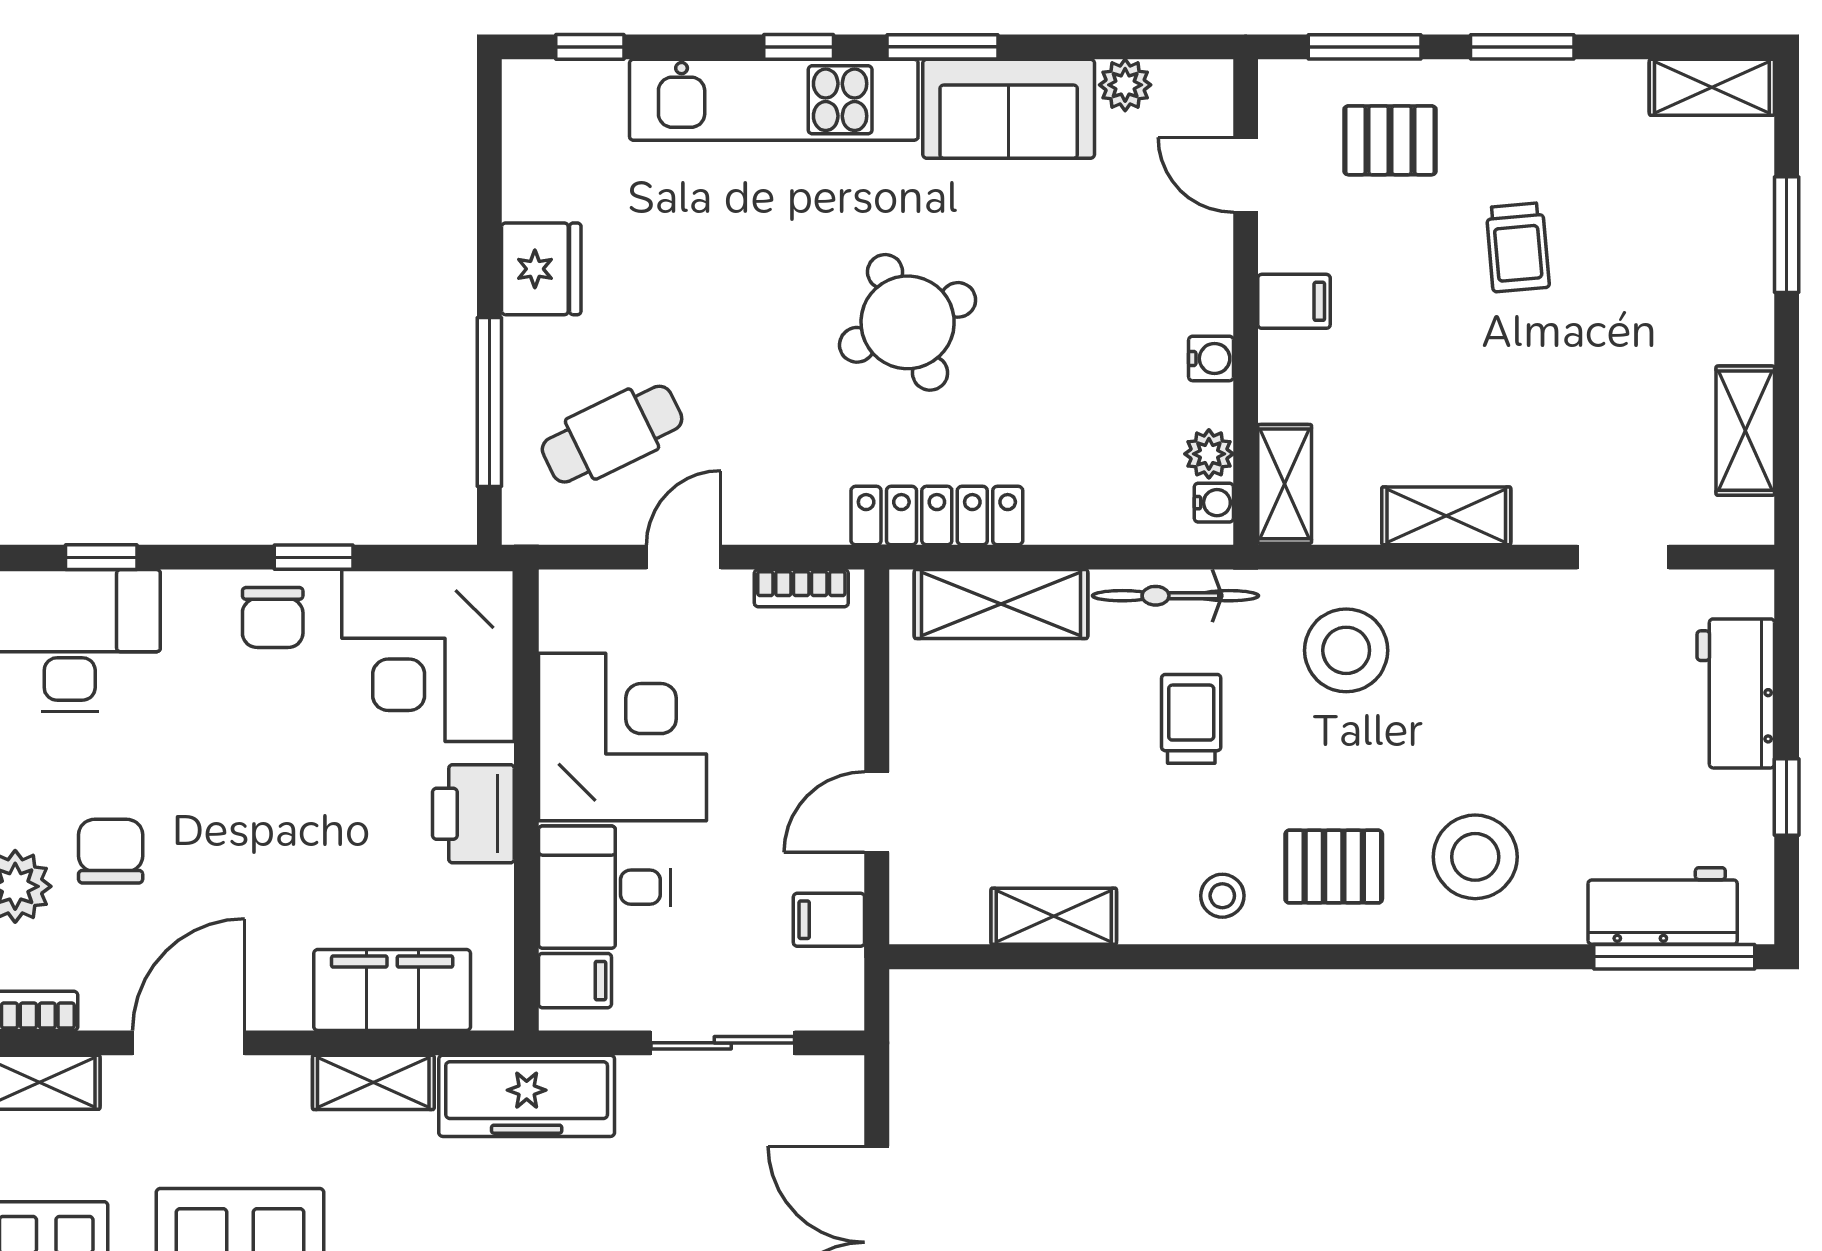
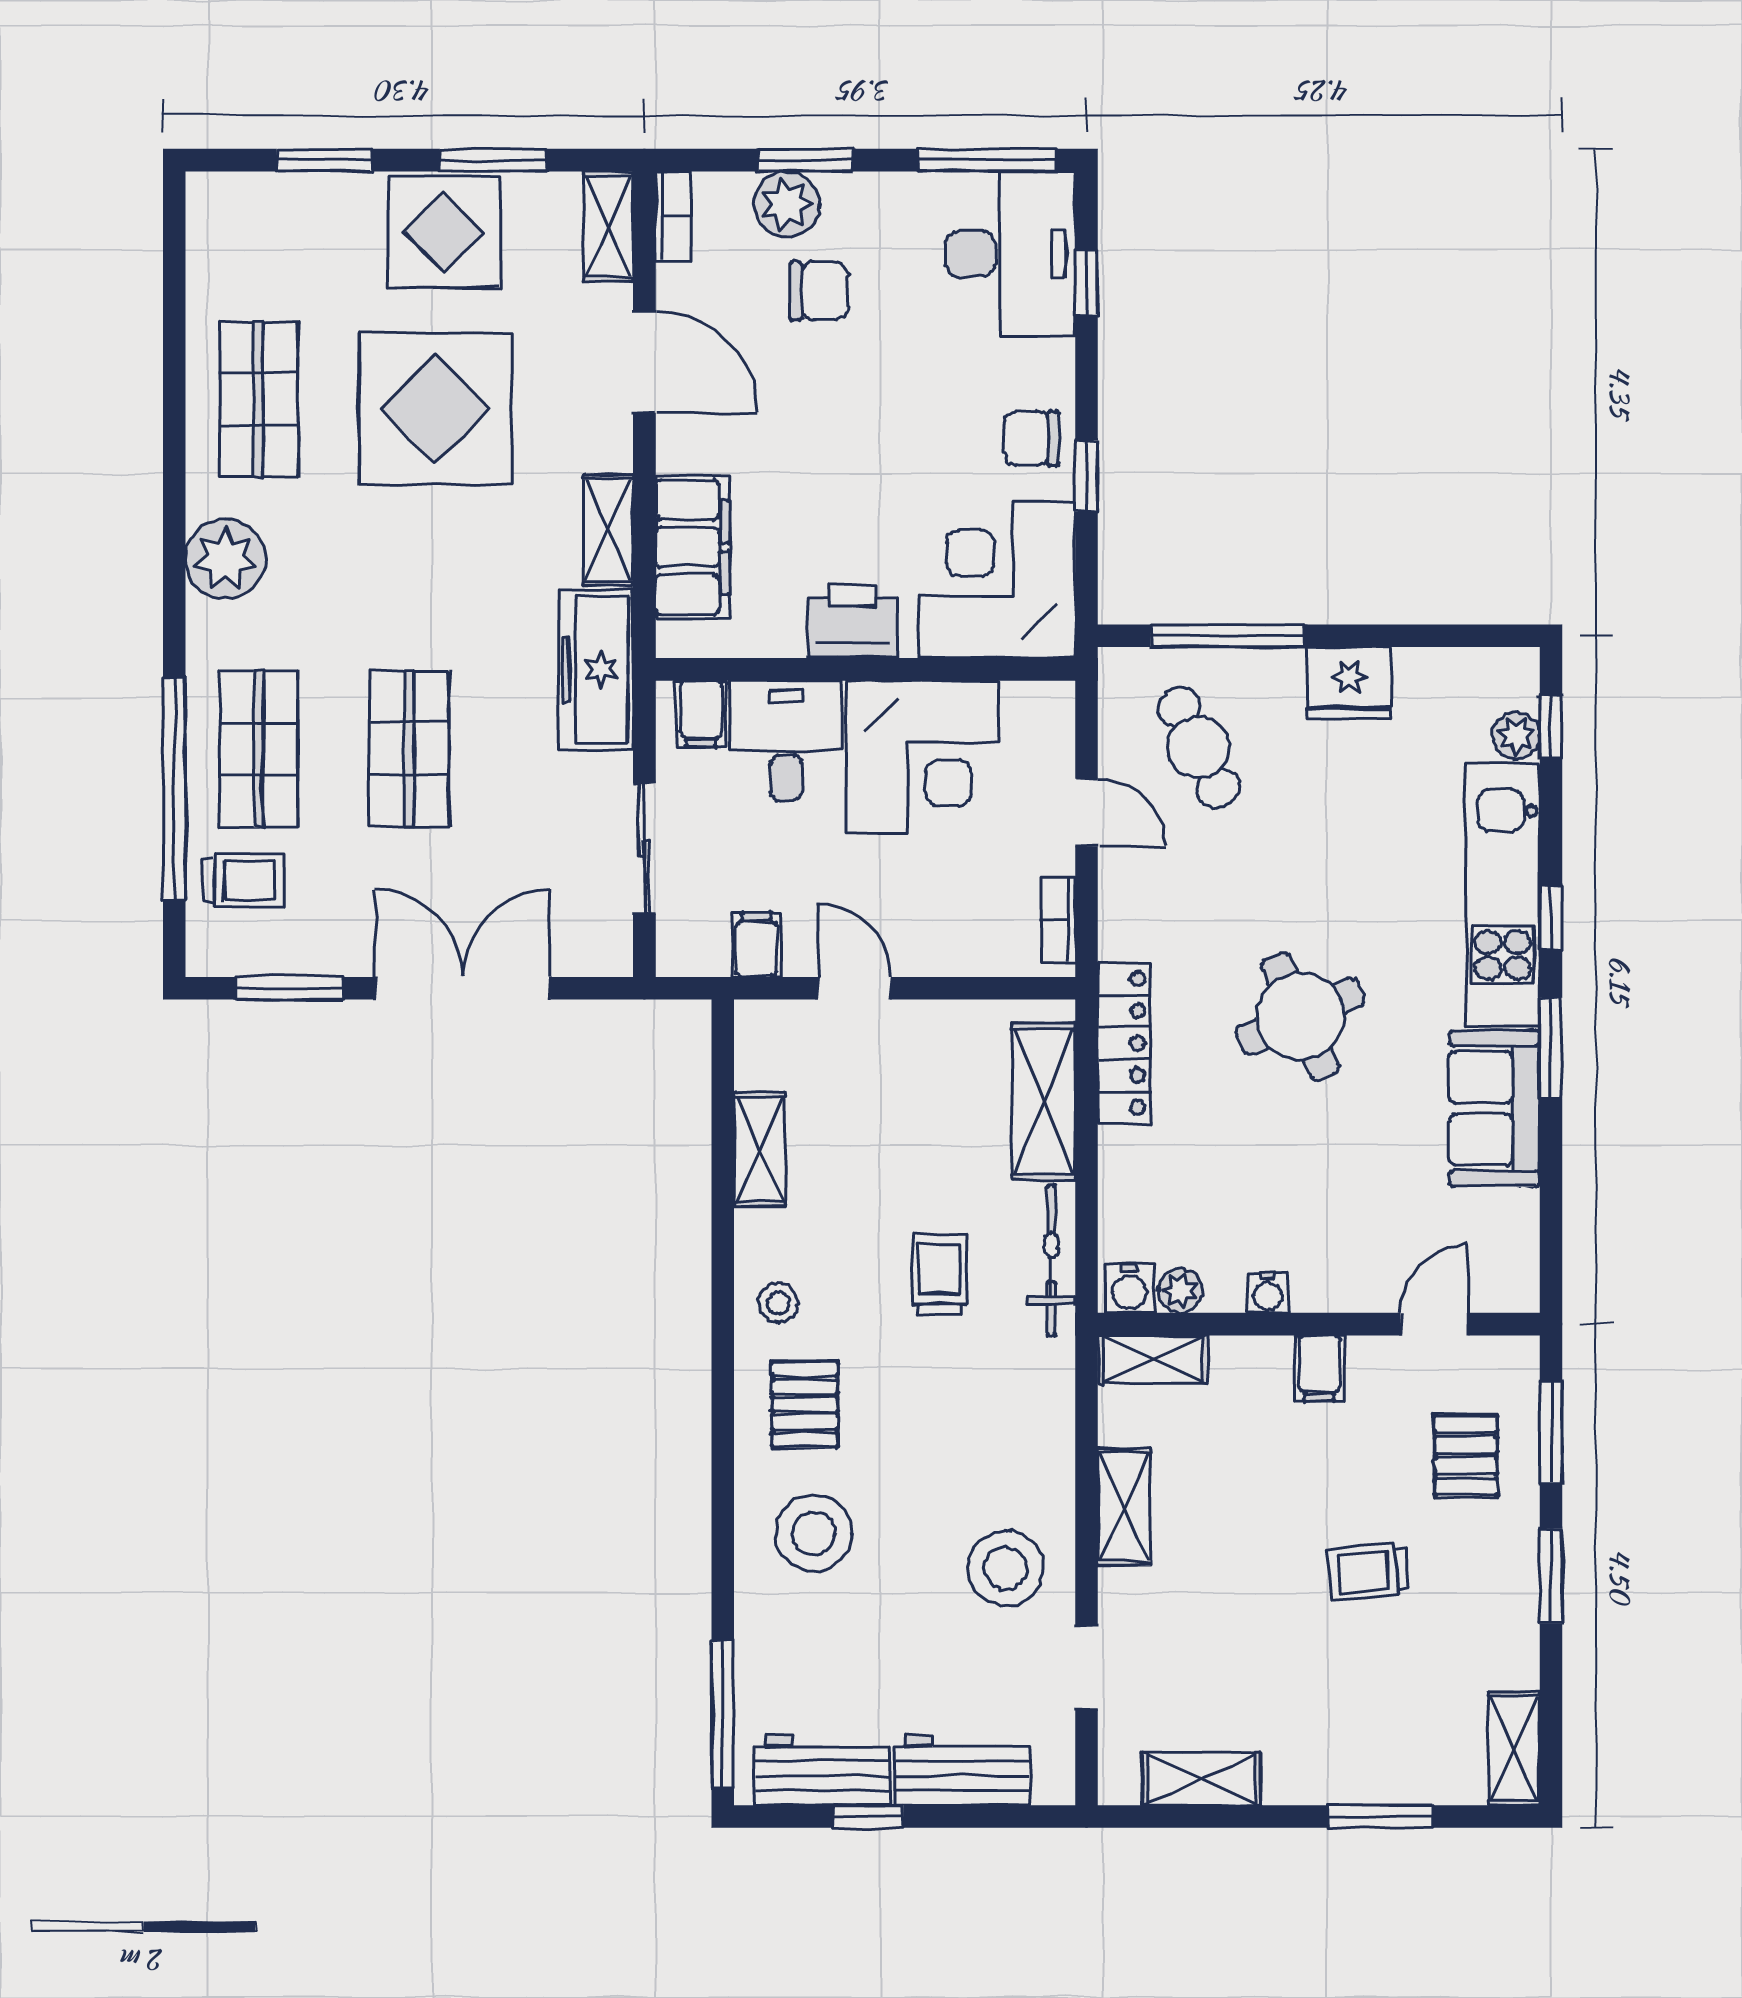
plant: (1125, 85) -> (1516, 735), moved
water cooler: (1214, 503) -> (1129, 1288), width x1.38, depth x1.38
stool: (1346, 650) -> (1006, 1568), moved
trolley: (1191, 719) -> (939, 1275), turned -90
workbench: (1663, 906) -> (822, 1770), moved, turned -90

